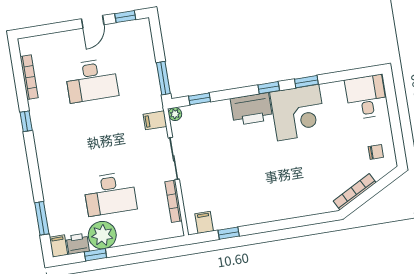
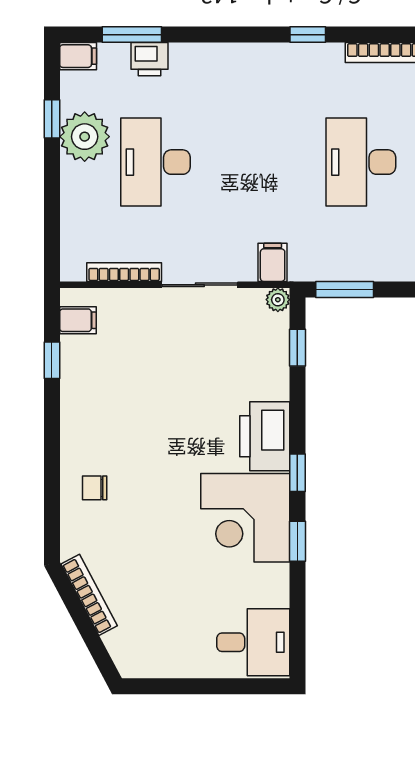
chair: (376, 152) -> (95, 488), moved, turned 90
printer: (78, 244) -> (150, 59), moved, turned 90

